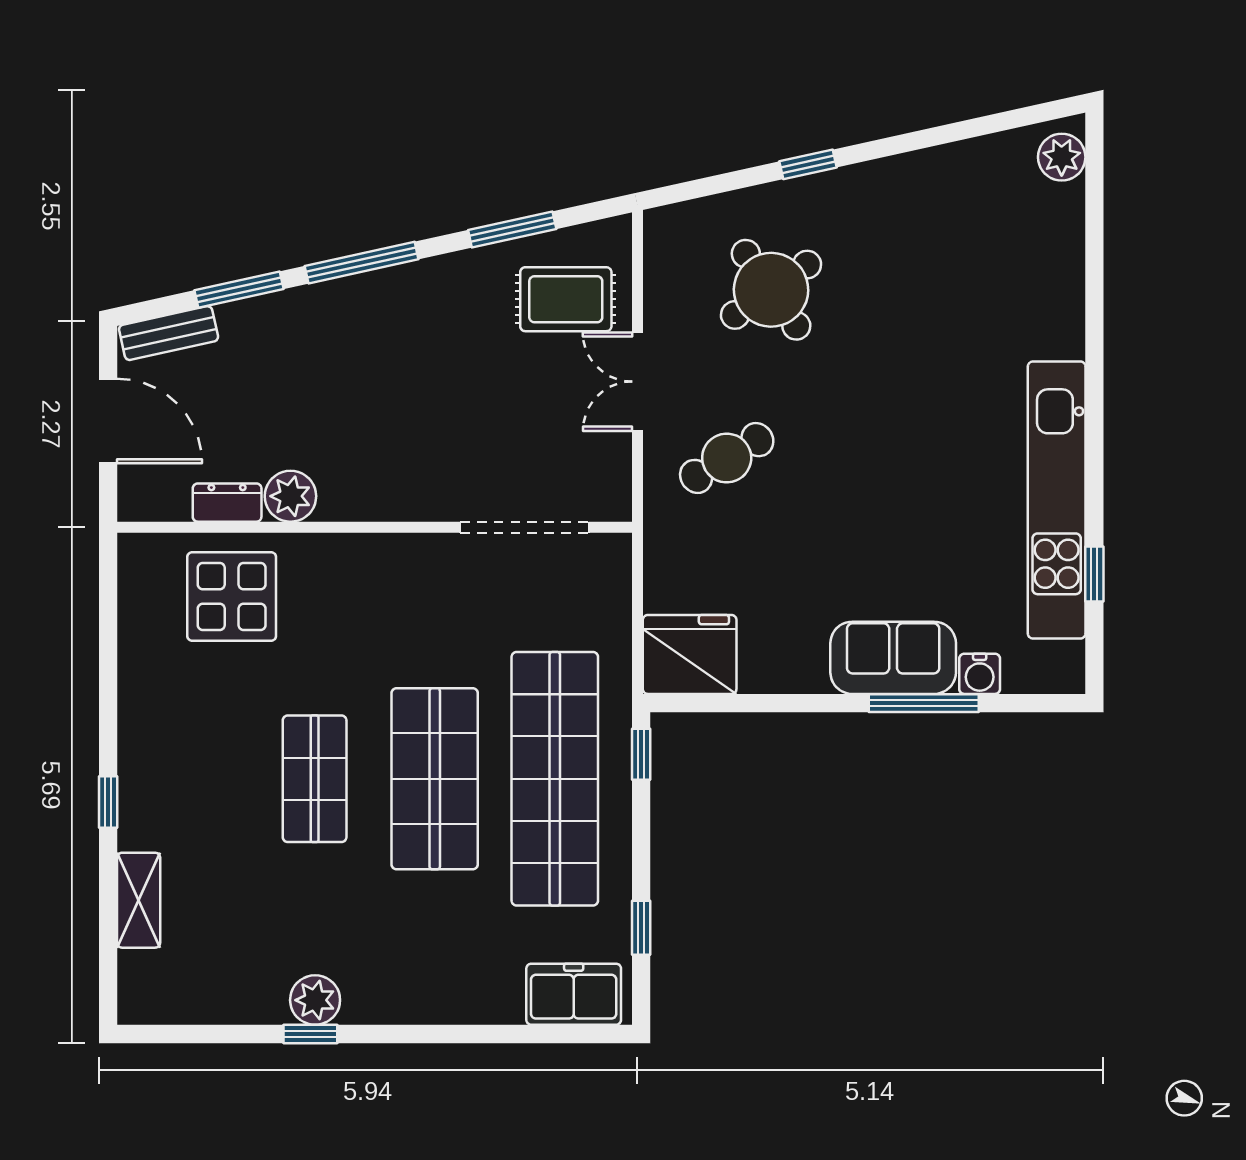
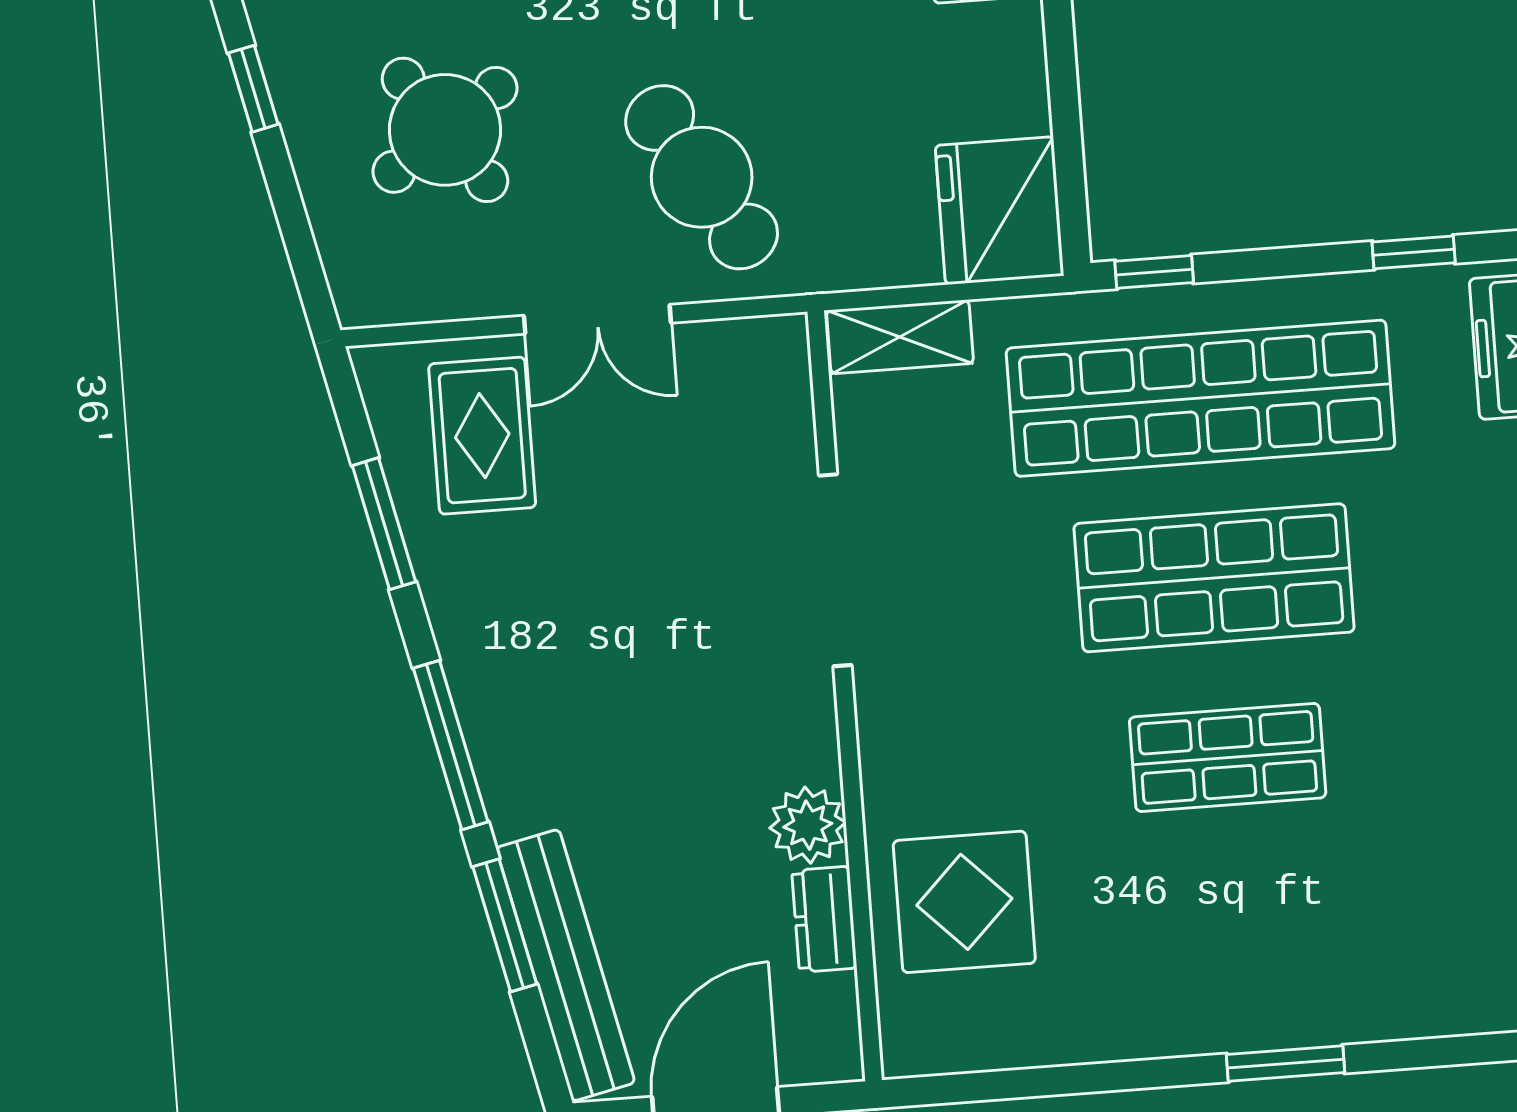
bench: (169, 333) -> (565, 965), width x1.86, depth x1.21
cafe table: (727, 458) -> (702, 177), width x1.37, depth x1.35
doorway: (524, 527) -> (835, 570), moved
window: (108, 802) -> (1285, 1063), width x1.50
shelving: (139, 900) -> (900, 337), moved

